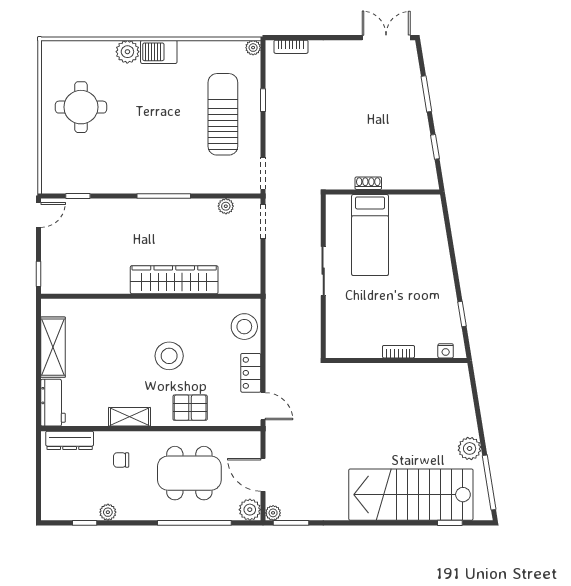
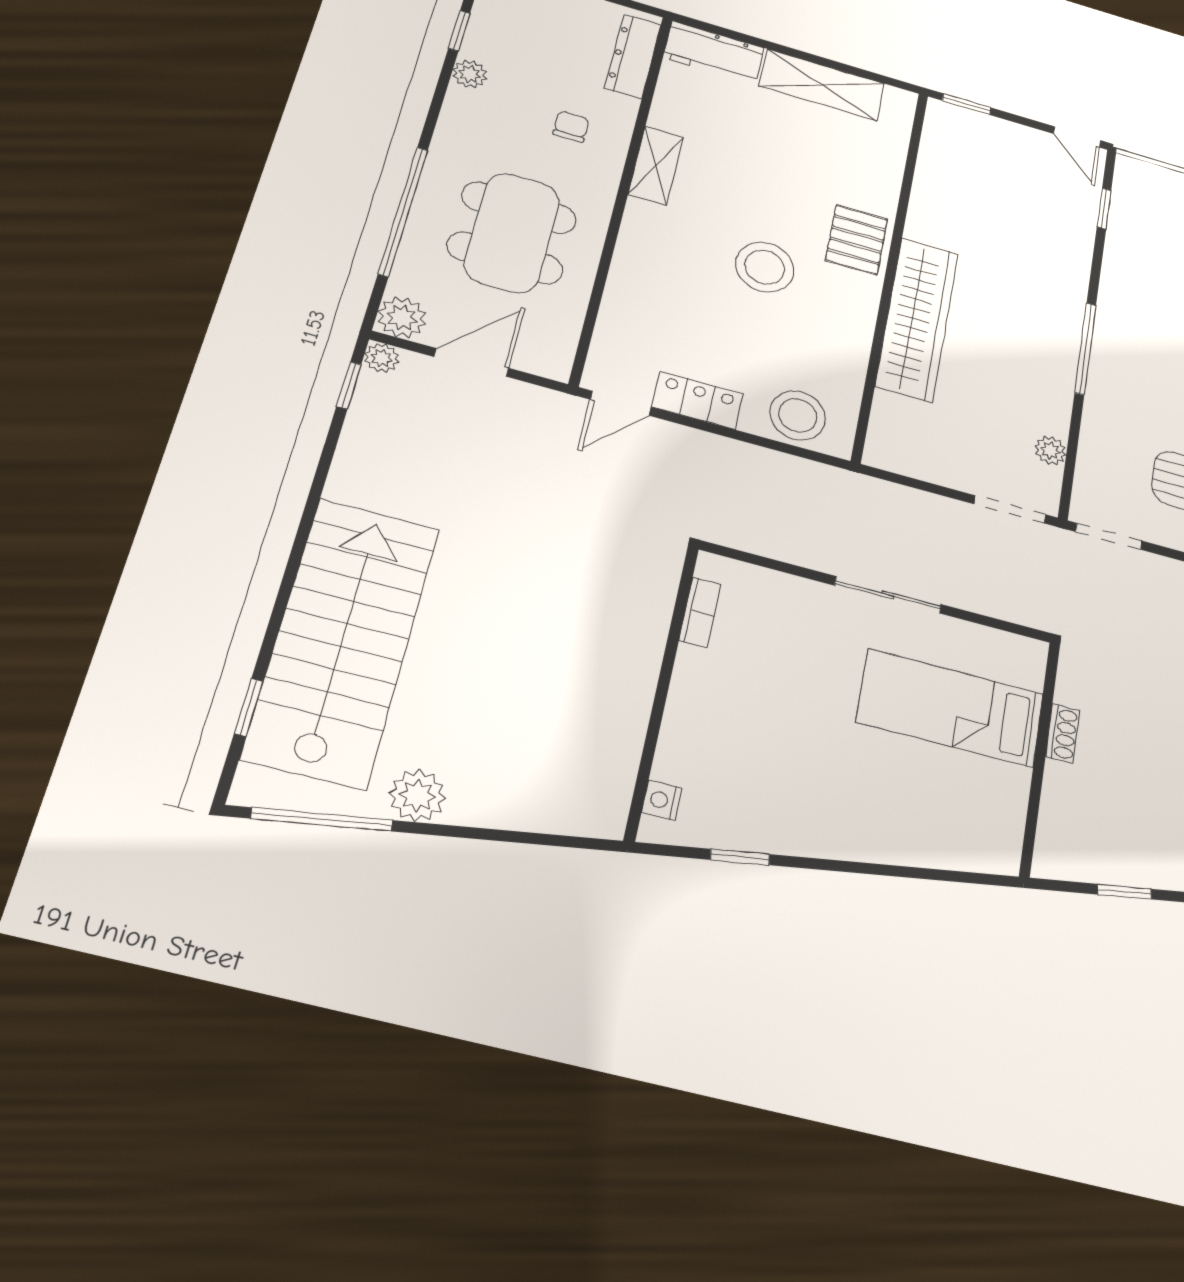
bookcase: (398, 352) -> (700, 612), moved
pallet: (190, 408) -> (857, 240), moved
window: (291, 523) -> (349, 385), width x0.67

